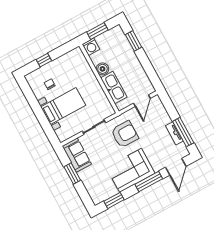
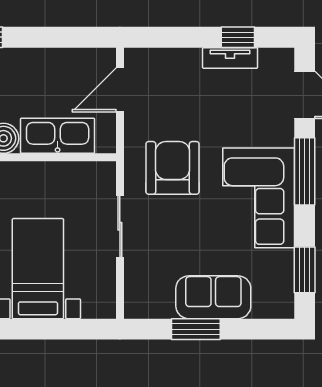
door: (142, 101) -> (120, 90), swing flipped
window: (183, 132) -> (238, 37), width x0.46
sofa: (77, 155) -> (213, 297), moved

